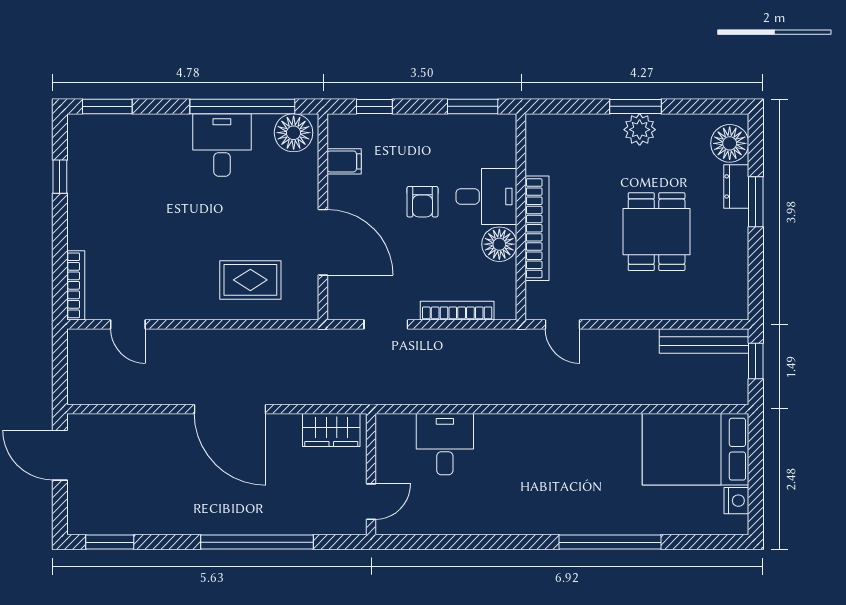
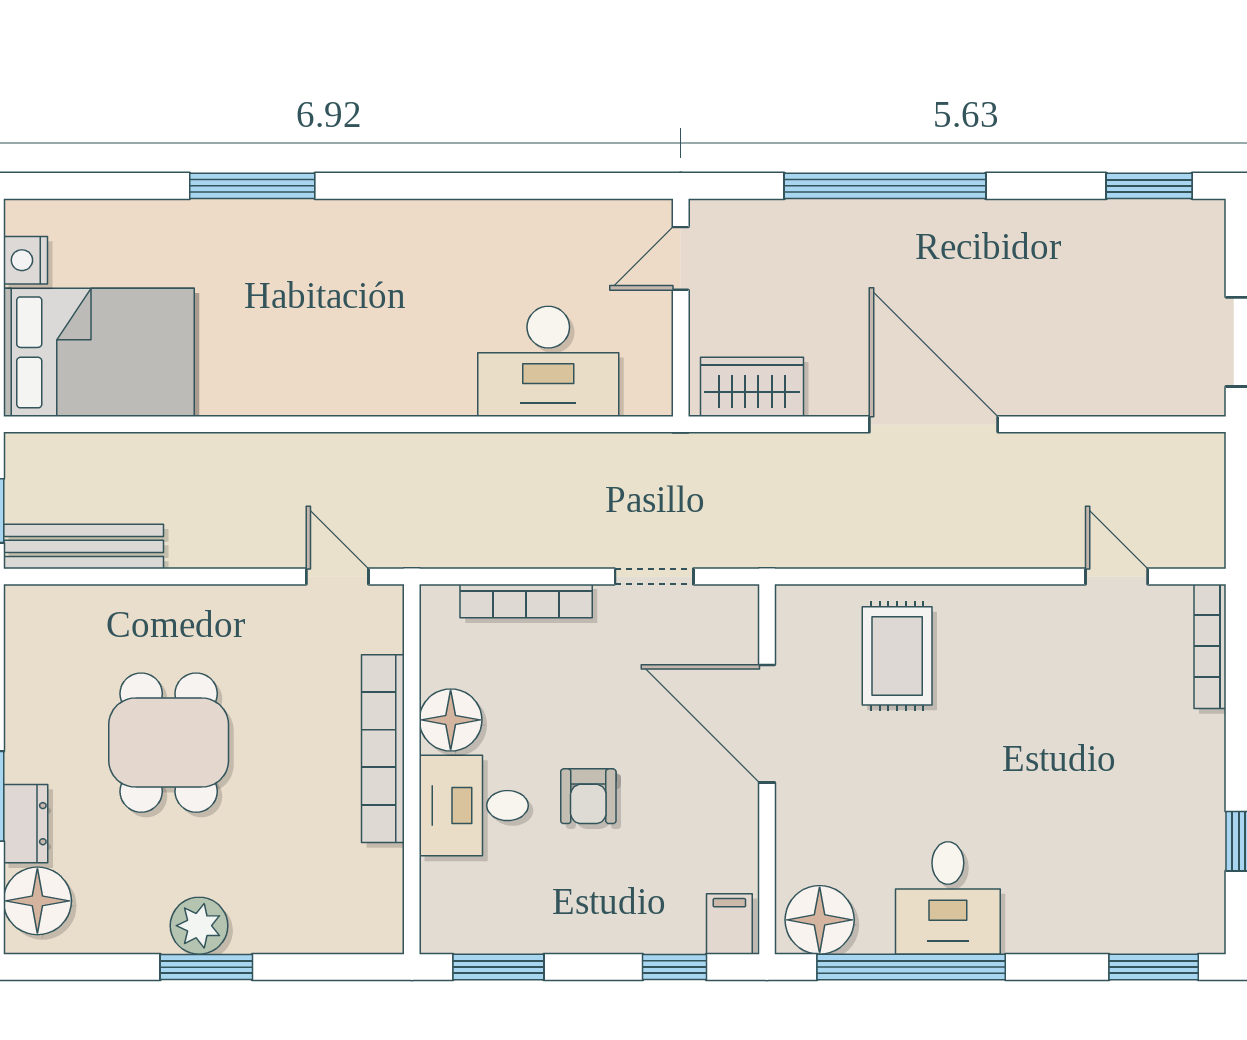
filing cabinet: (344, 161) -> (729, 924), moved, turned 90
armchair: (422, 202) -> (588, 796), turned 180
rug: (250, 280) -> (897, 656), turned 90
desk: (445, 444) -> (548, 361), width x1.37
window: (610, 542) -> (252, 186), width x0.68

